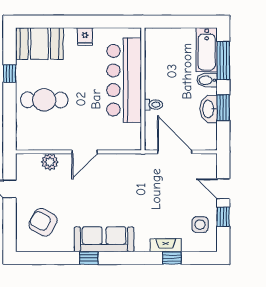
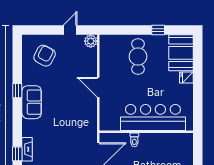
fridge: (85, 37) -> (186, 77), moved
plant: (50, 162) -> (91, 41), moved
sofa: (104, 239) -> (32, 102), width x0.73

